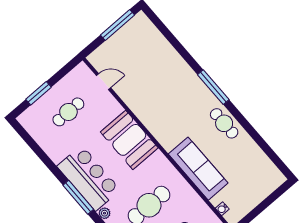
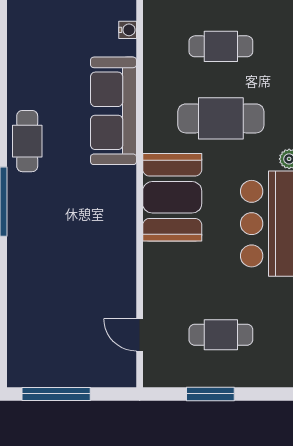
window: (38, 93) -> (210, 394), moved
booth: (129, 140) -> (172, 197), moved

